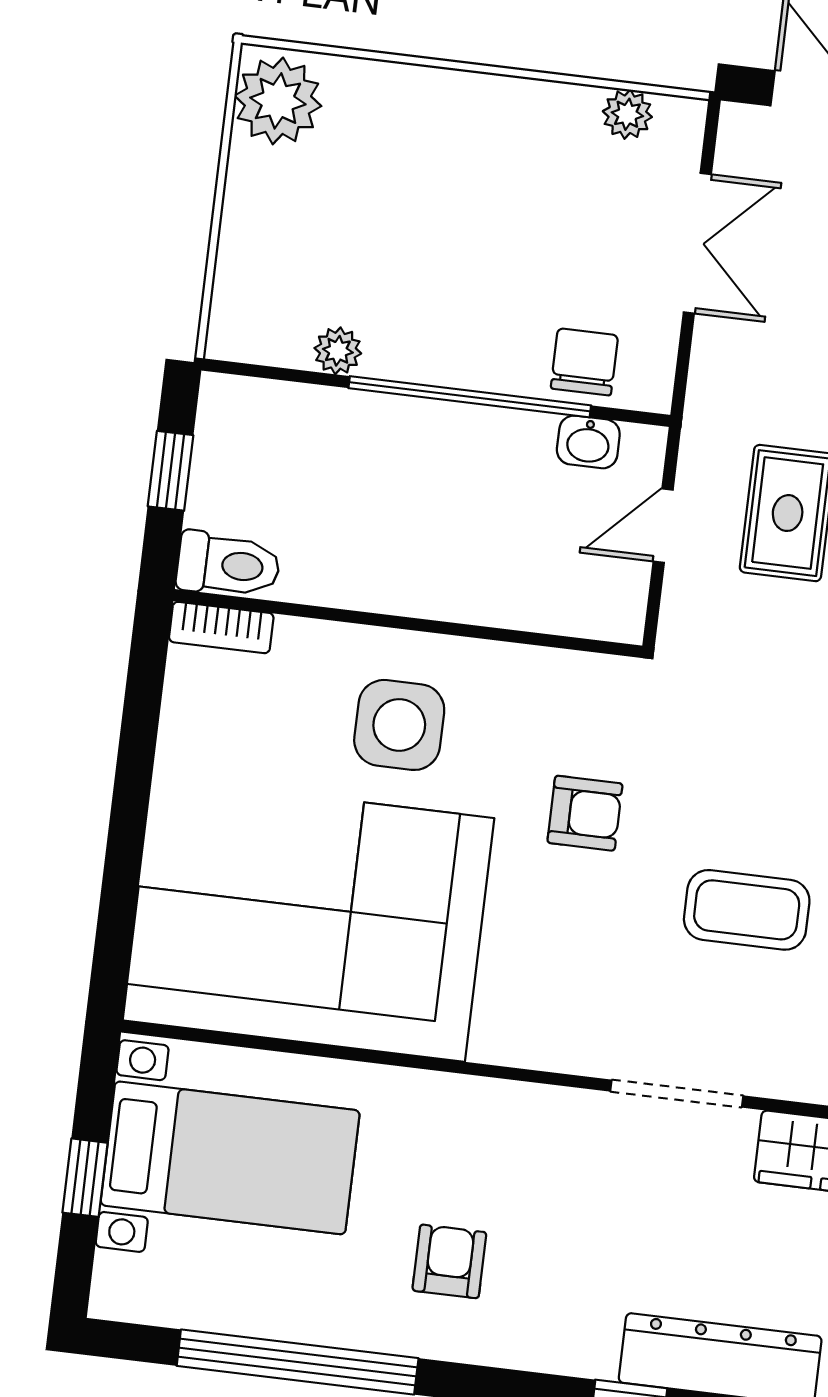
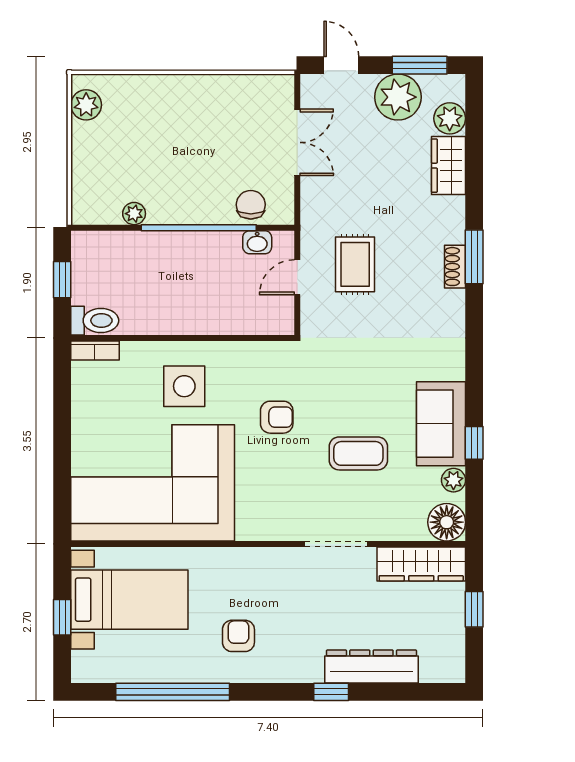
plant: (278, 101) -> (86, 105), width x0.73, depth x0.73
plant: (627, 114) -> (257, 86), removed

